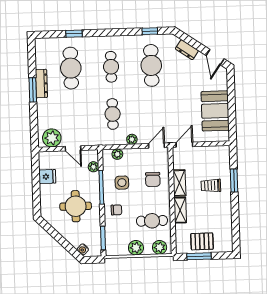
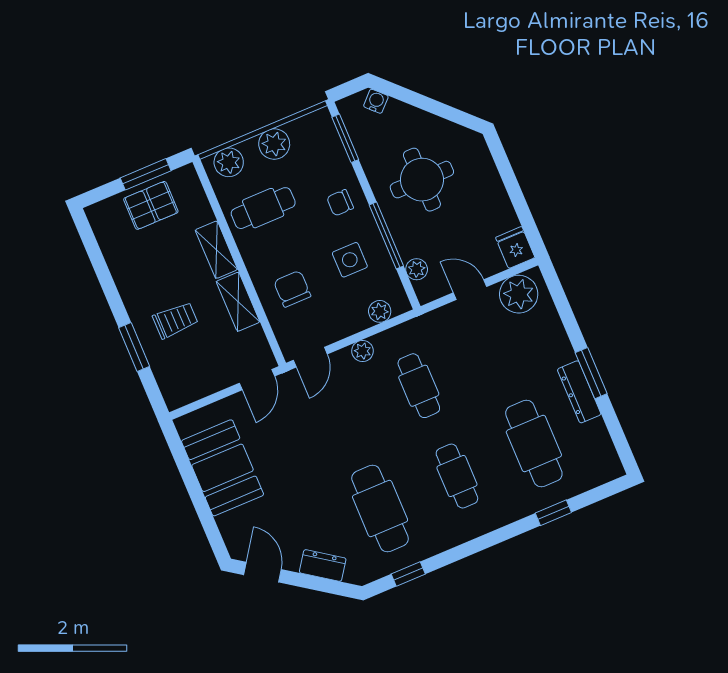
fridge: (47, 177) -> (515, 248), moved, turned 90

